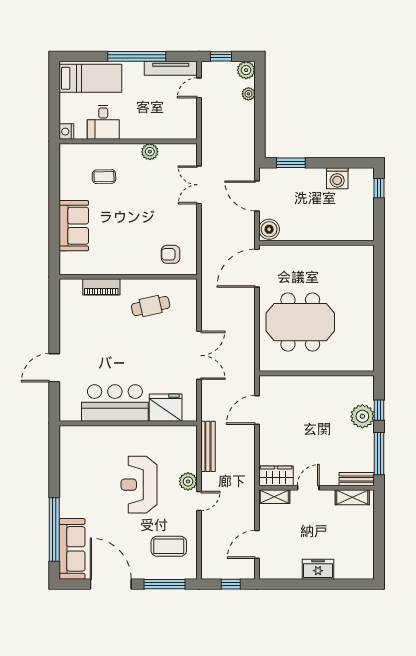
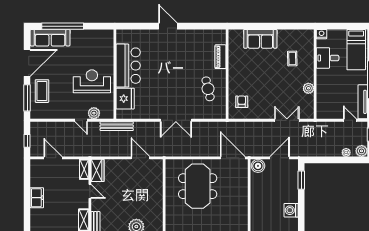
bar counter: (115, 403) -> (128, 66), moved
fridge: (166, 408) -> (125, 99), moved
wall: (128, 423) -> (115, 74), moved
coffee table: (169, 546) -> (42, 91), moved

